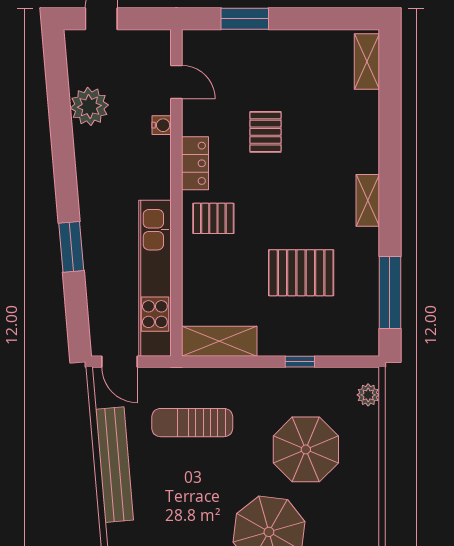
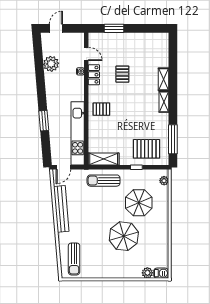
shelving: (367, 62) -> (164, 79), moved
locker: (195, 163) -> (94, 75), moved
pallet: (301, 273) -> (147, 149), moved
door: (120, 362) -> (63, 167), hinge flipped
sun lounger: (192, 423) -> (104, 181), moved

